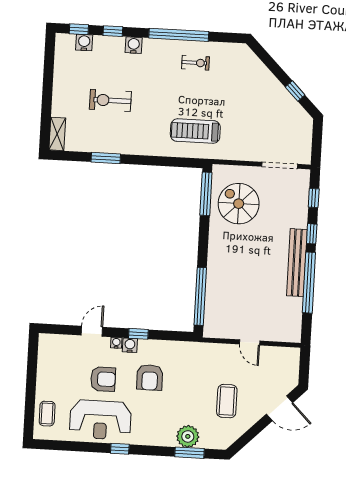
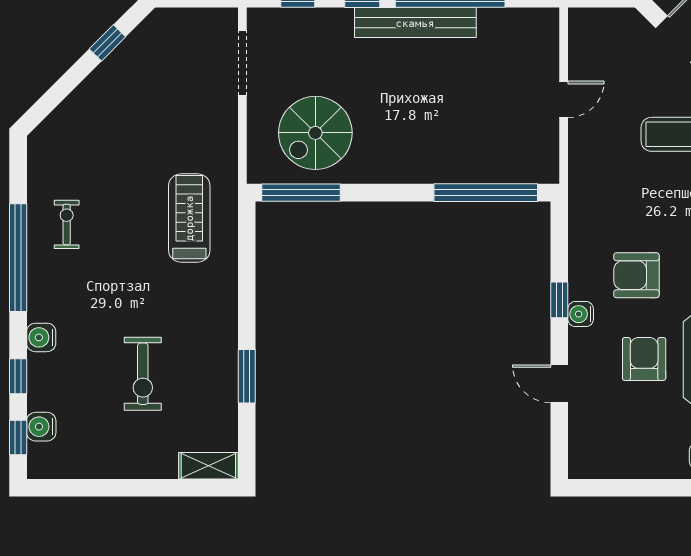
treadmill: (195, 131) -> (189, 218), turned 180
water cooler: (116, 343) -> (578, 339), removed
armchair: (150, 377) -> (636, 275), turned 180

